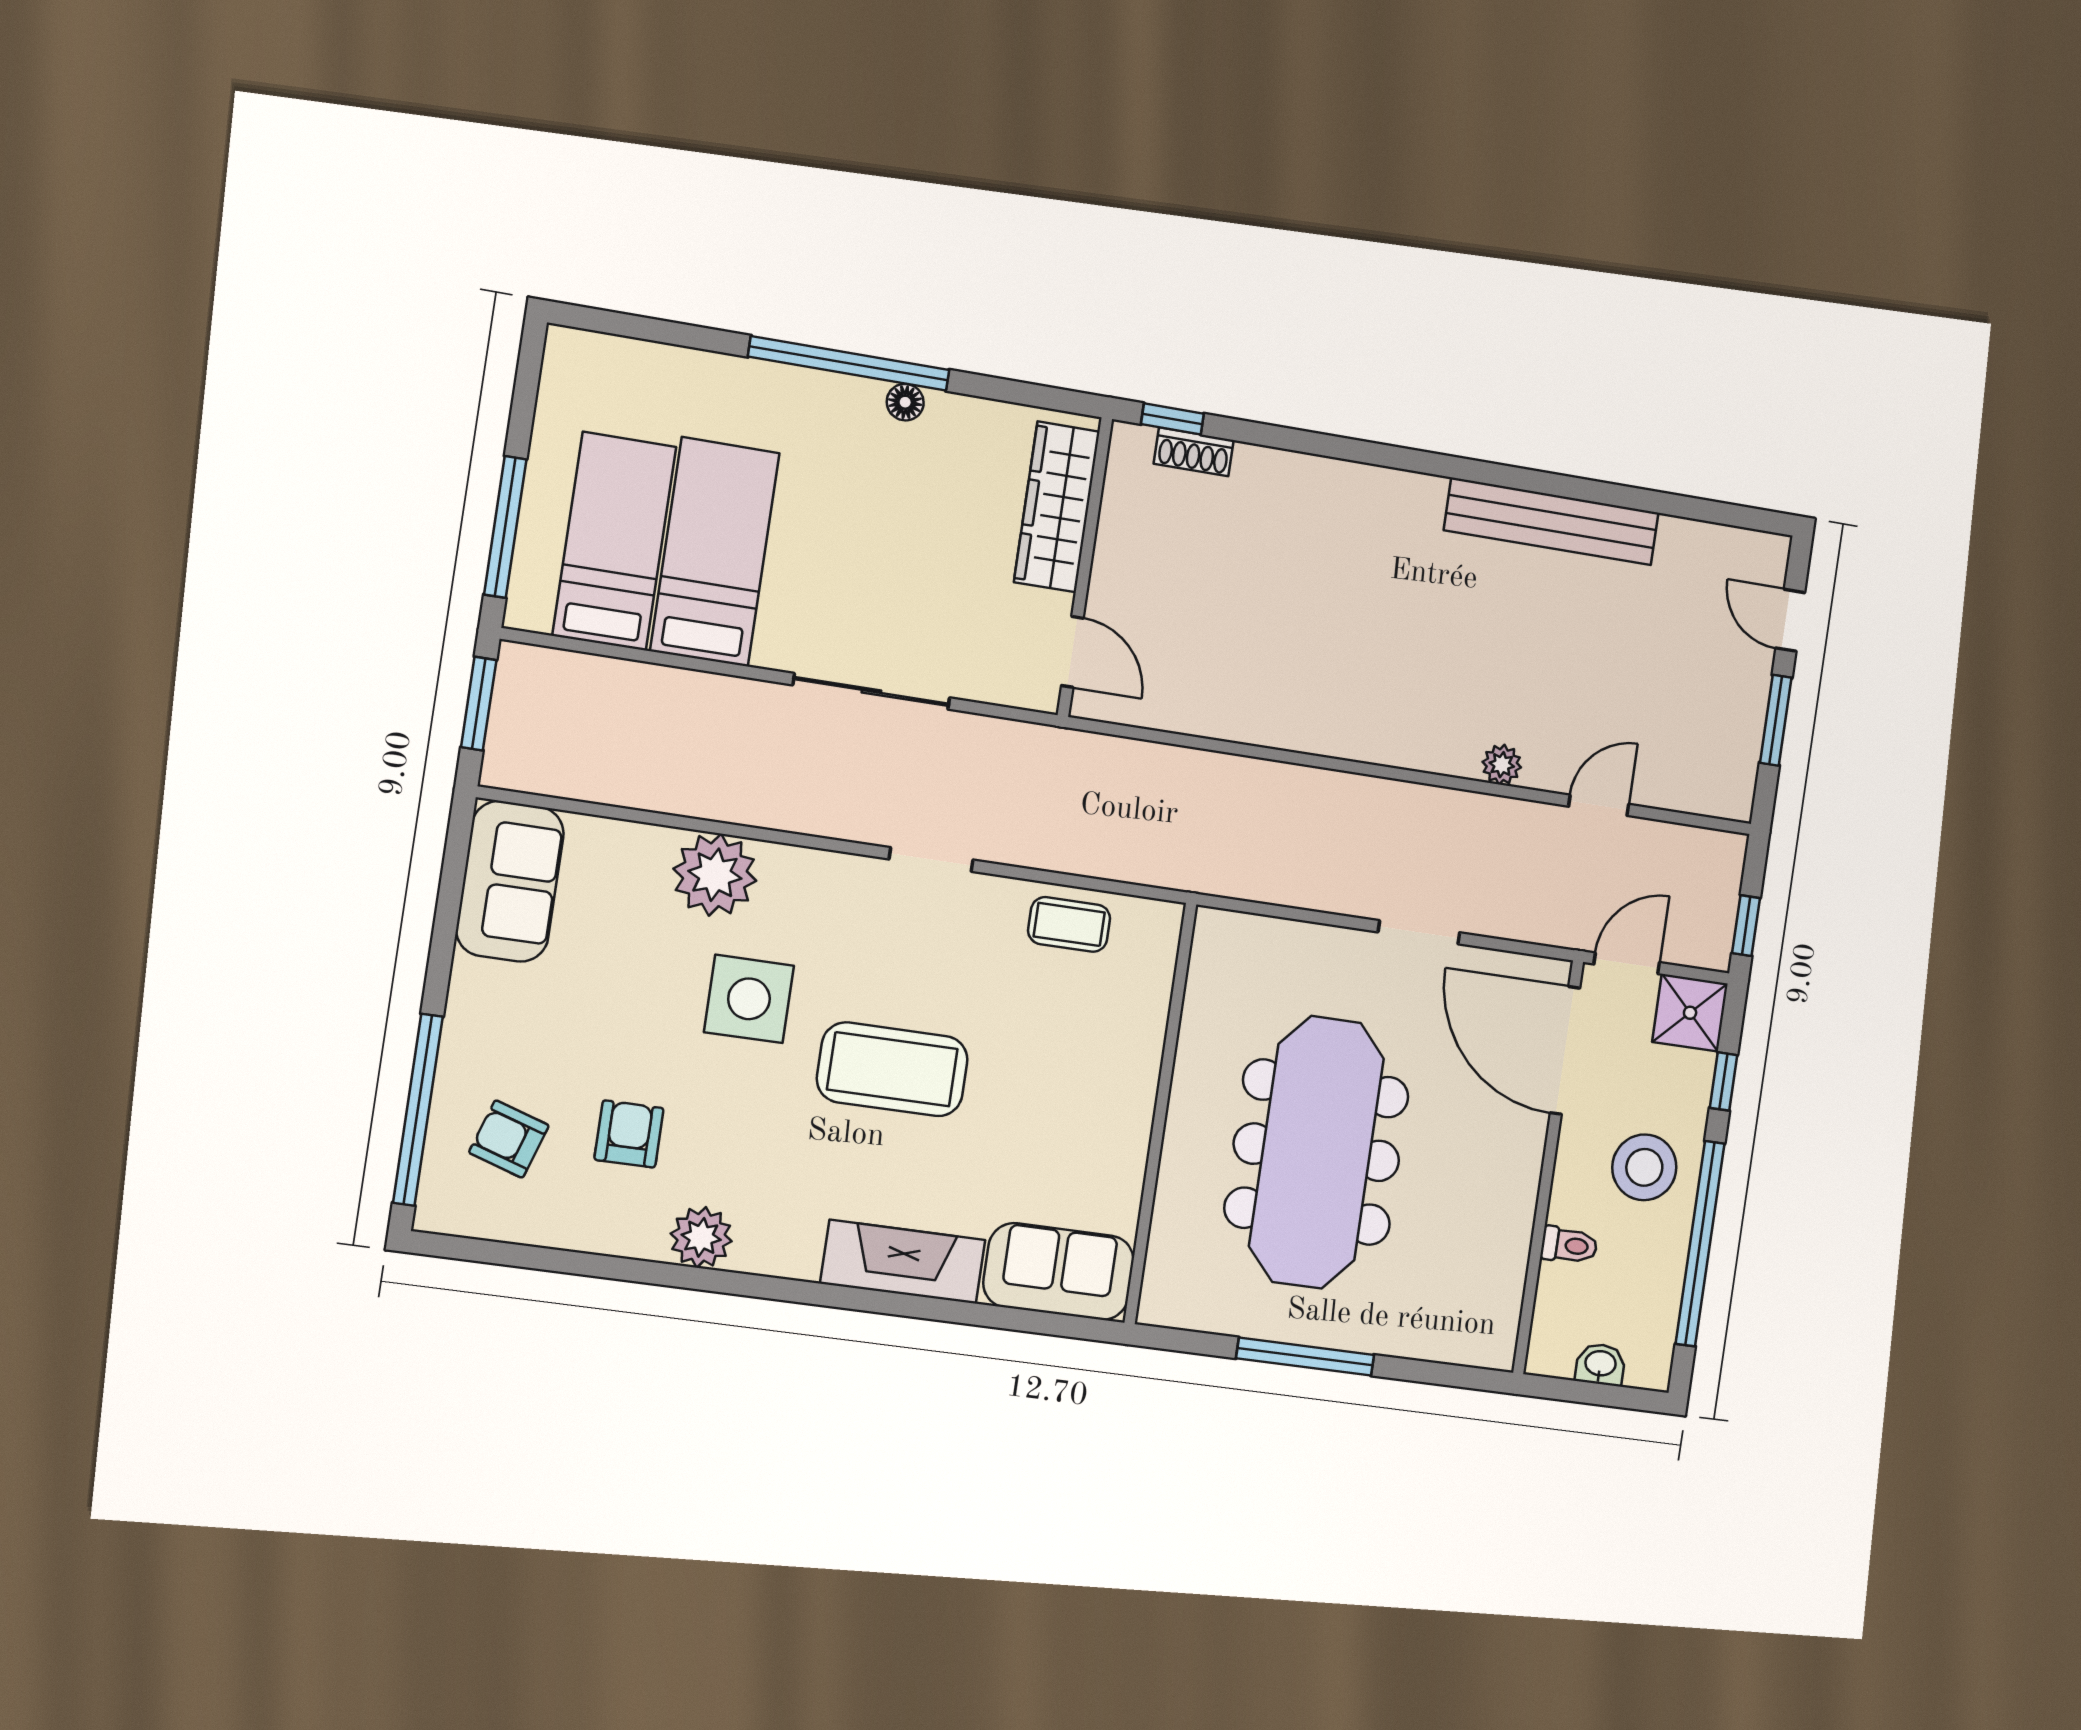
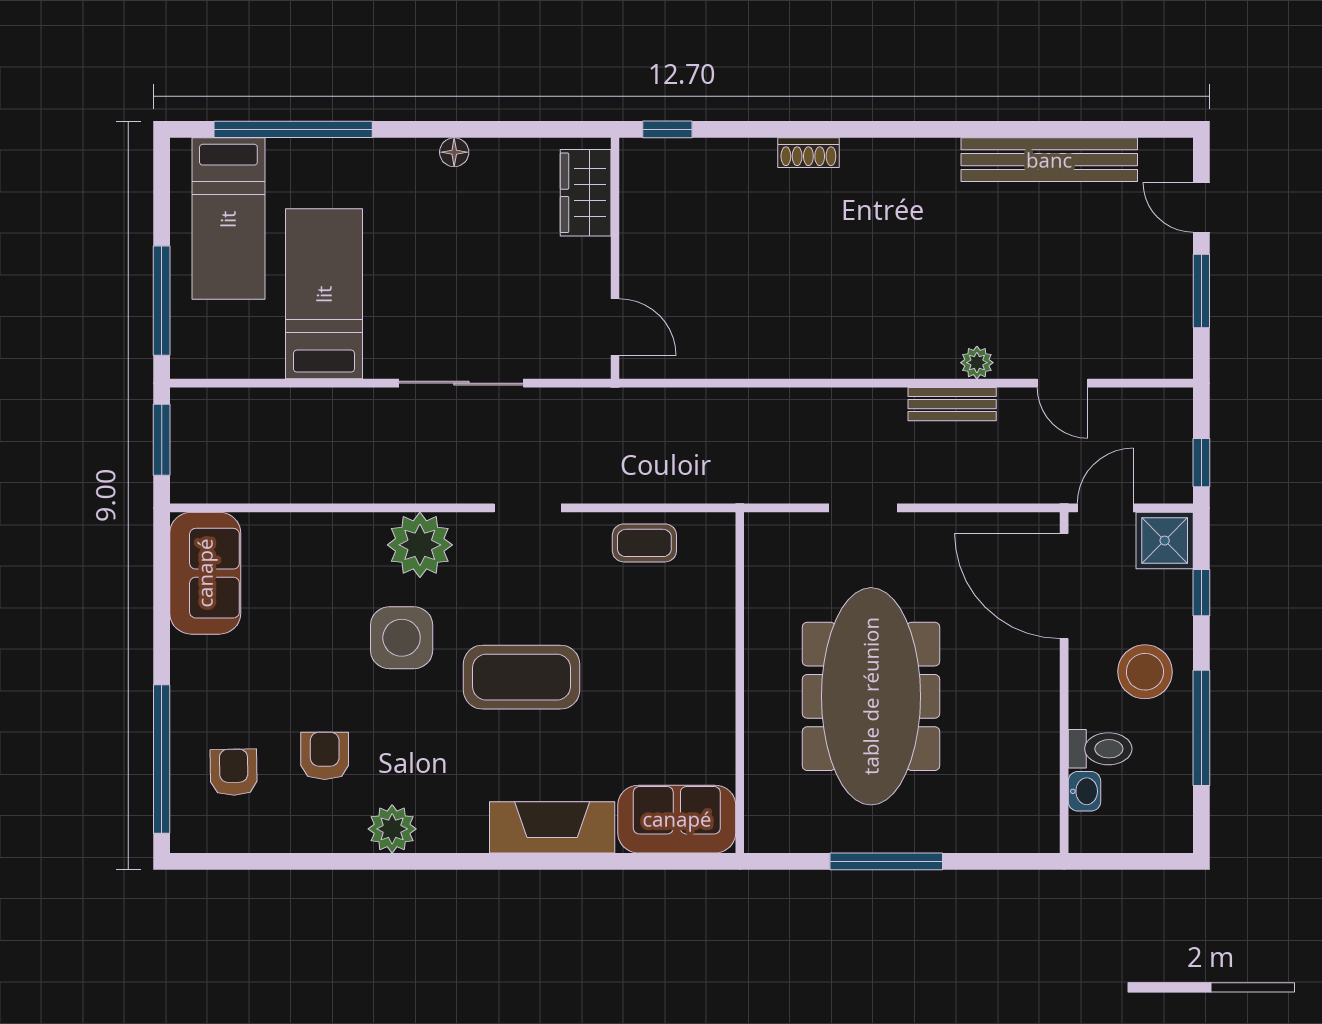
window: (849, 363) -> (293, 129), moved
shoe rack: (1194, 452) -> (808, 153), moved
wardrobe: (1057, 507) -> (586, 193), width x0.67
bench: (1552, 521) -> (1049, 160), moved
bed: (614, 541) -> (228, 219), moved, turned 180
door: (1599, 805) -> (1062, 383), swing flipped
bench: (1465, 810) -> (952, 404), added
plant: (715, 875) -> (420, 545), moved
doorway: (1419, 932) -> (863, 508), moved
armchair: (509, 1139) -> (234, 772), turned 71
window: (1700, 1244) -> (1201, 728), width x0.68
toilet: (1569, 1245) -> (1100, 749), width x1.37, depth x1.39
washbasin: (1600, 1364) -> (1084, 791), moved, turned 90

